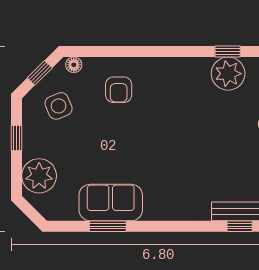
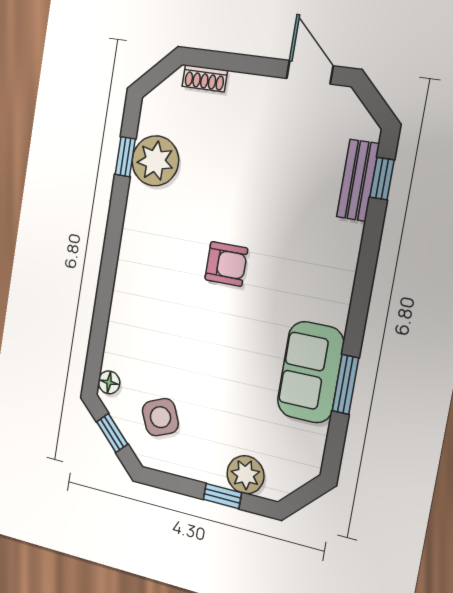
armchair: (119, 90) -> (226, 264), moved
window: (16, 138) -> (222, 496), moved
plant: (39, 176) -> (245, 475), width x0.73, depth x0.73

